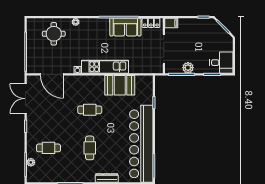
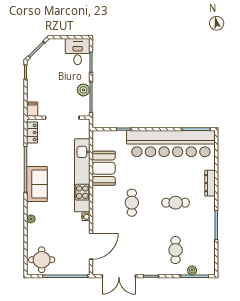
sofa: (125, 27) -> (37, 184), moved
round table: (54, 34) -> (42, 260), moved
kitchen unit: (105, 67) -> (82, 175), width x1.36

